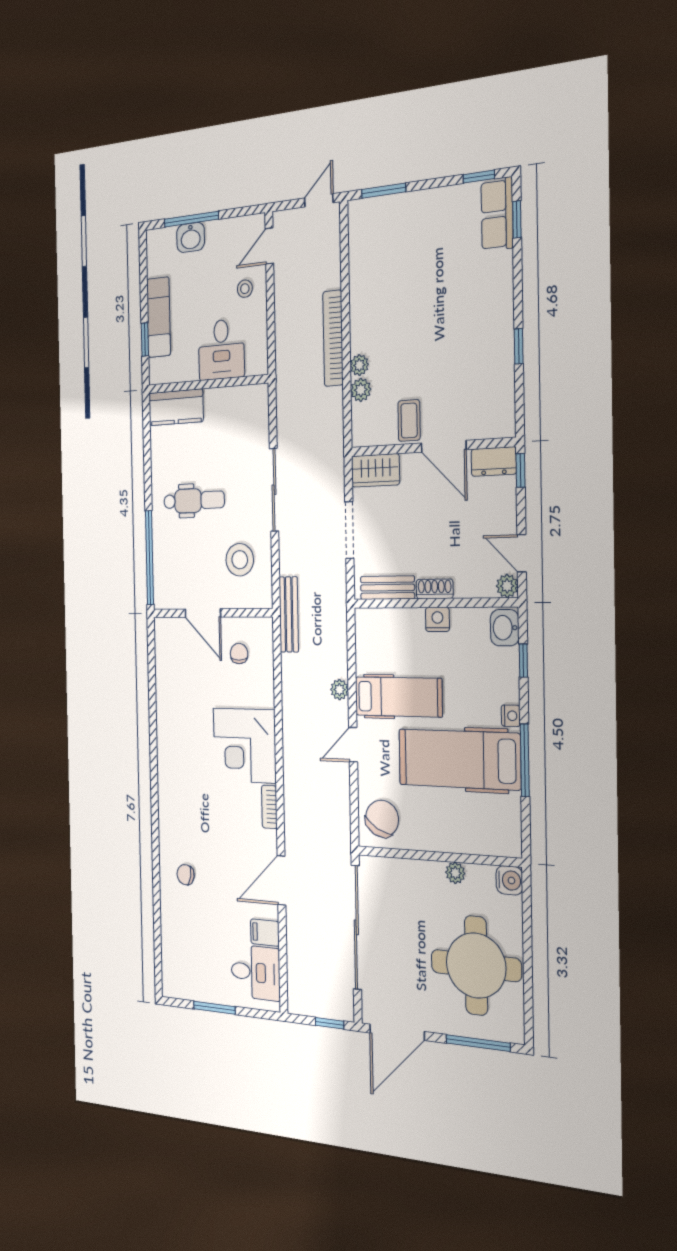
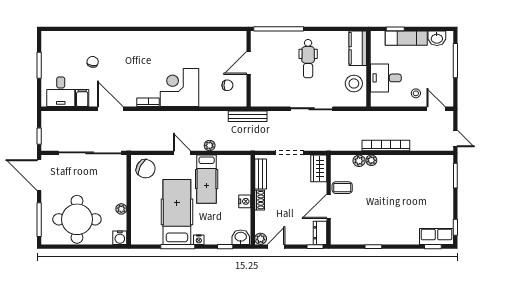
washbasin: (191, 237) -> (437, 38), moved, turned -90
stool: (240, 560) -> (354, 83), moved
chair: (186, 875) -> (93, 62), moved

